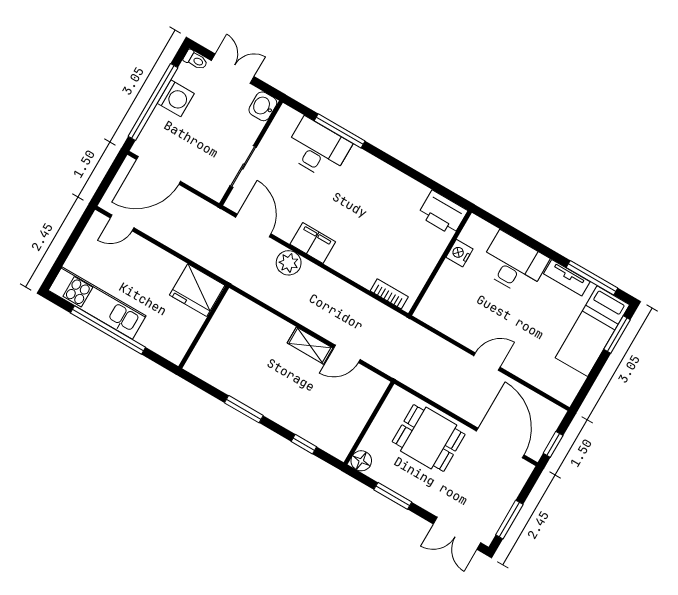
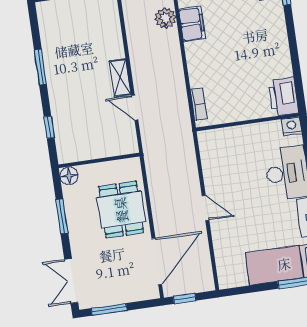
nightstand: (459, 253) -> (292, 126), moved

